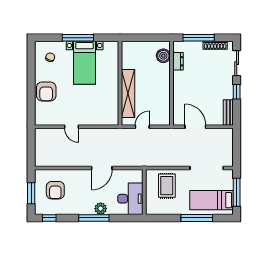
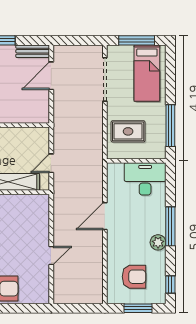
door: (142, 127) -> (51, 163), hinge flipped
door: (195, 127) -> (51, 76), moved
door: (102, 168) -> (105, 216), swing flipped
plant: (101, 209) -> (158, 242), moved
window: (197, 218) -> (170, 126), moved

